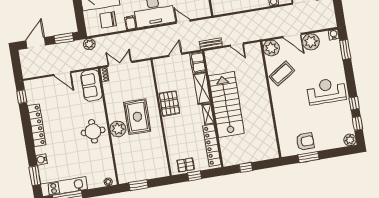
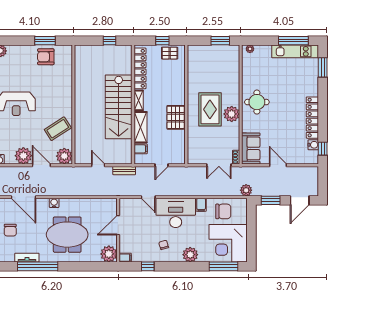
filing cabinet: (197, 62) -> (141, 149), width x0.50
plant: (118, 129) -> (232, 114), moved
water cooler: (41, 160) -> (313, 145), moved

